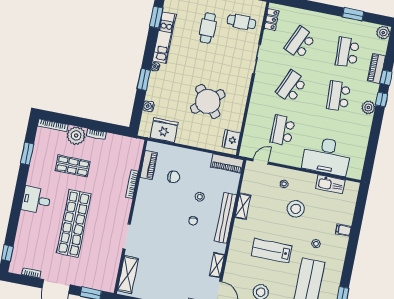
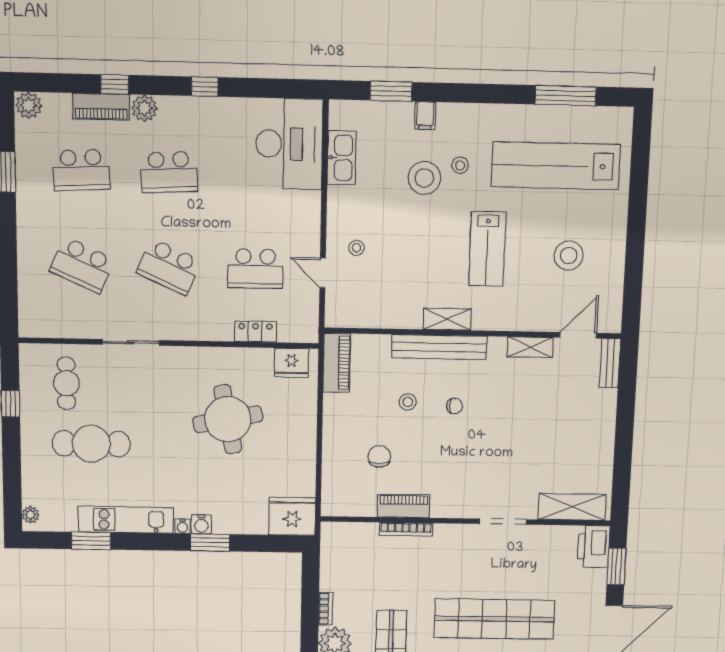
locker: (272, 20) -> (255, 332), moved
cafe table: (208, 28) -> (91, 444), width x1.37, depth x1.35
window: (382, 99) -> (205, 87), moved
round table: (208, 101) -> (228, 419), turned 30
water cooler: (148, 106) -> (201, 524), moved
plant: (368, 108) -> (144, 108), moved
fridge: (164, 130) -> (292, 516), moved, turned 90
desk: (327, 156) -> (289, 144), moved
door: (261, 162) -> (323, 273), moved
piano: (149, 165) -> (404, 506), moved
shelving: (243, 206) -> (447, 319), moved
stool: (296, 209) -> (424, 178), moved
window: (359, 215) -> (391, 91), added
printer: (104, 283) -> (594, 546), added

